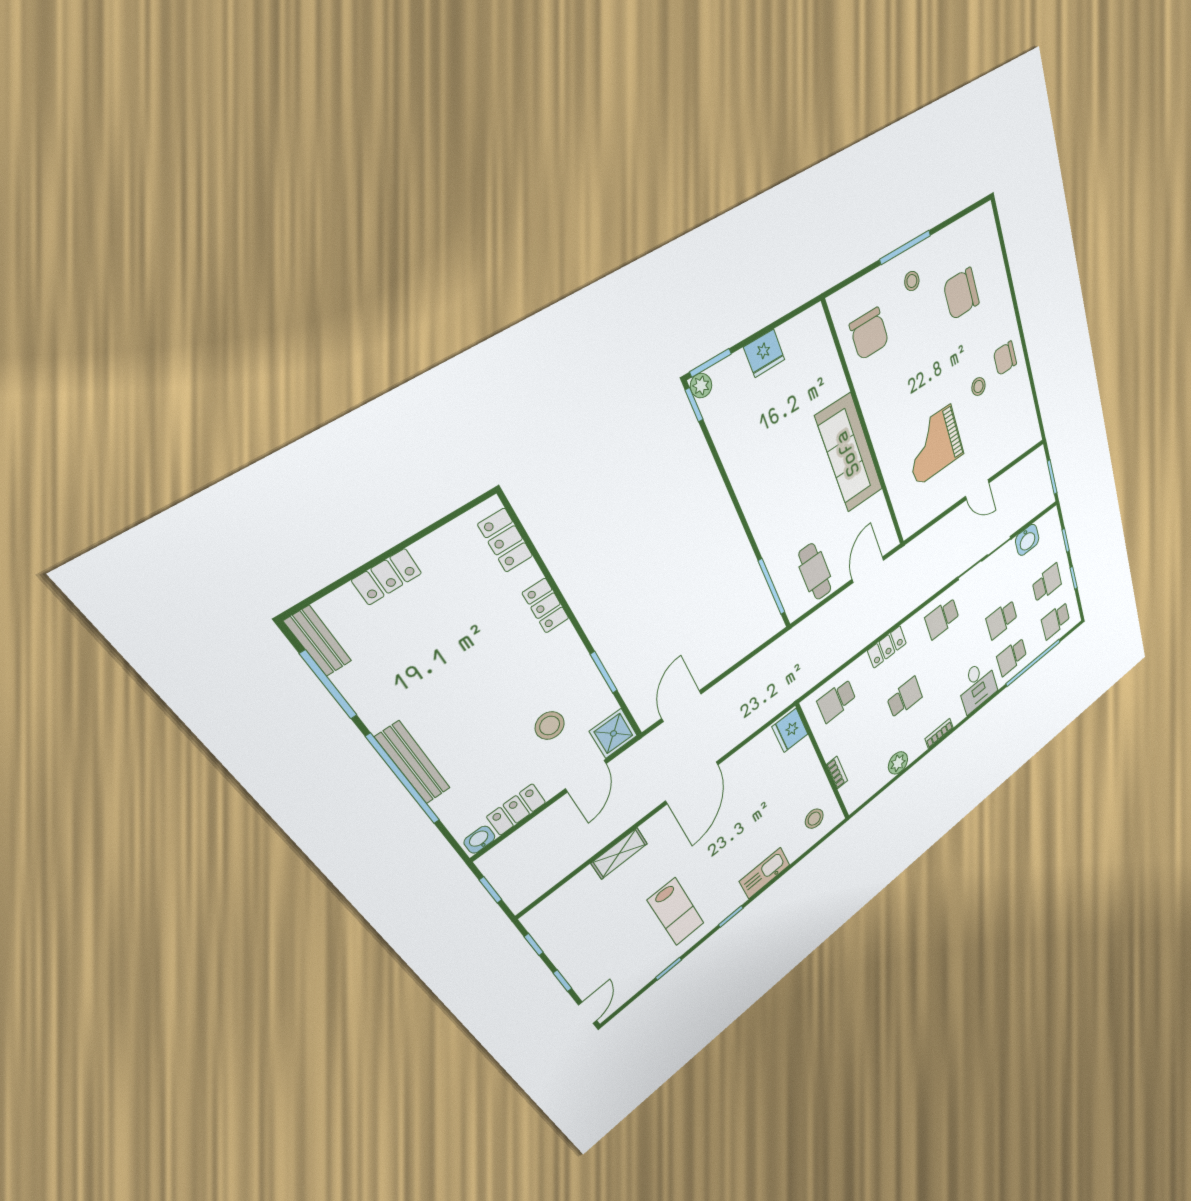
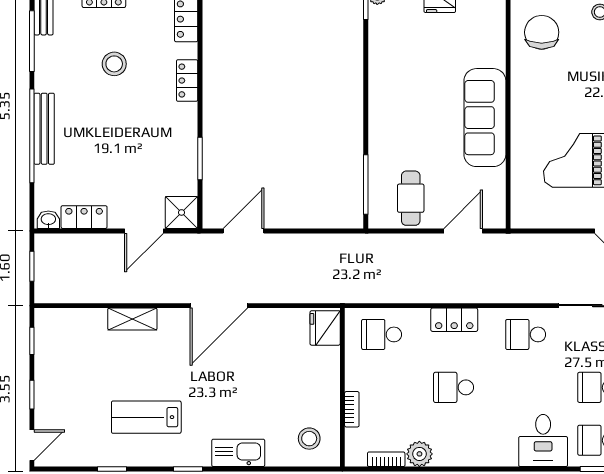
chair: (869, 334) -> (542, 32), turned 180
school desk: (905, 698) -> (454, 387), turned 180
stool: (550, 726) -> (114, 64), moved
bookcase: (939, 733) -> (386, 459), moved
lab bench: (676, 912) -> (146, 417), turned 90

